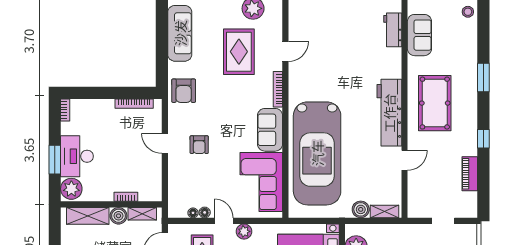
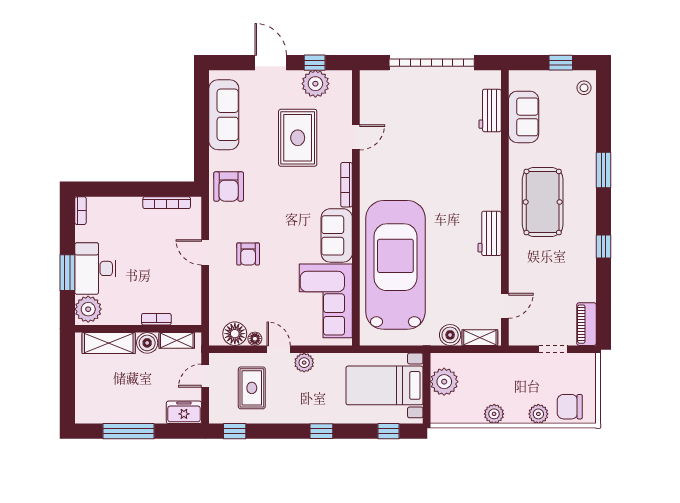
workbench: (389, 113) -> (490, 233), width x0.53, depth x0.76
car: (317, 153) -> (395, 265), turned 180
door: (405, 160) -> (505, 306), moved
piano: (470, 174) -> (586, 324), moved
floor lamp: (193, 213) -> (235, 334), width x1.89, depth x1.89

